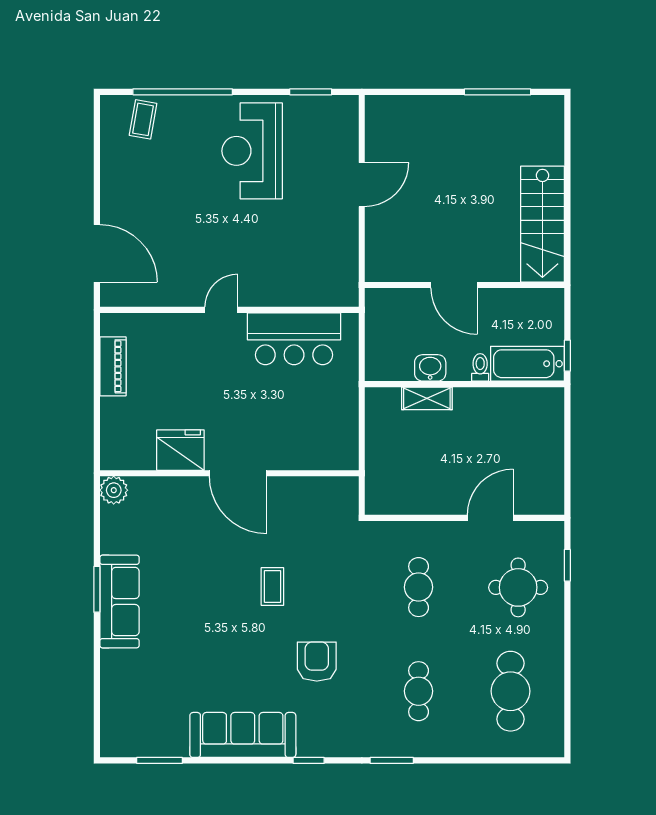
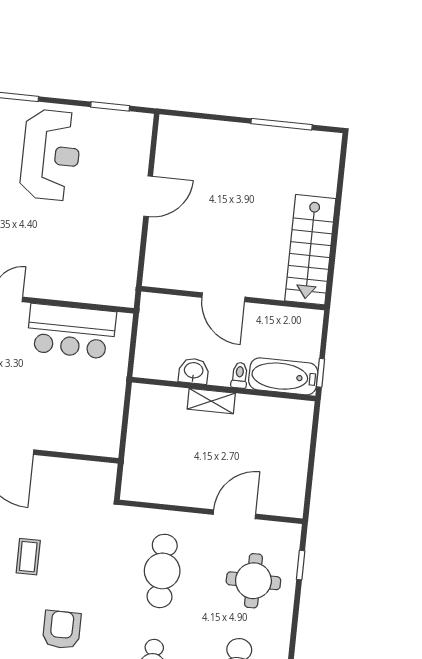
reception desk: (252, 151) -> (51, 155), turned 180
shelving: (427, 398) -> (211, 401), moved
cafe table: (419, 587) -> (162, 571), width x1.37, depth x1.35

